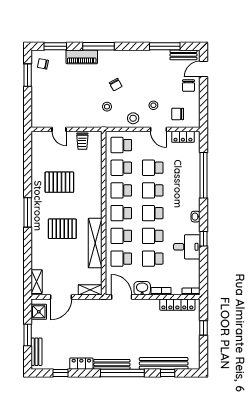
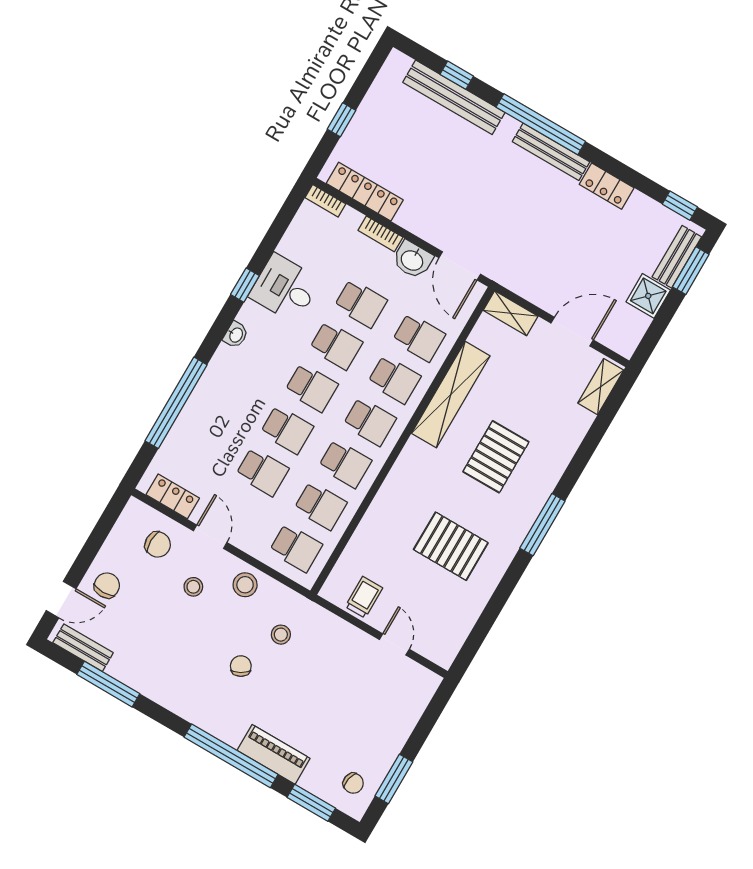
window: (98, 46) -> (231, 756), width x1.46
pallet: (62, 229) -> (496, 457), turned 90
shower: (39, 312) -> (648, 296), moved
window: (28, 335) -> (691, 271), moved
window: (61, 373) -> (680, 206), moved

